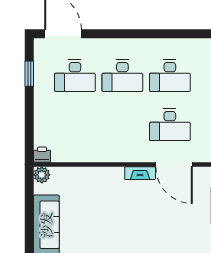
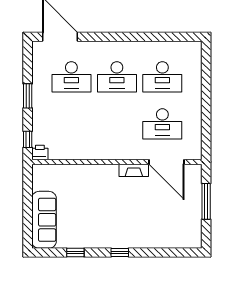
window: (29, 74) -> (28, 96), moved
window: (29, 141) -> (28, 139), added
plant: (42, 175) -> (40, 172), removed

